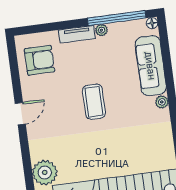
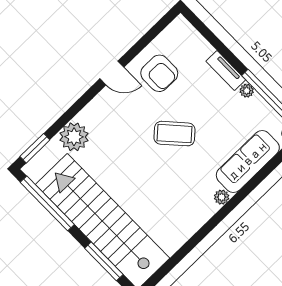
armchair: (39, 60) -> (159, 73), moved
coffee table: (94, 102) -> (174, 134), turned 48

